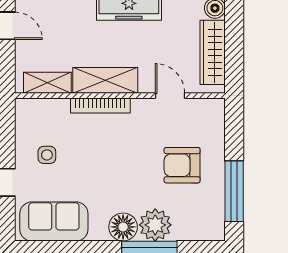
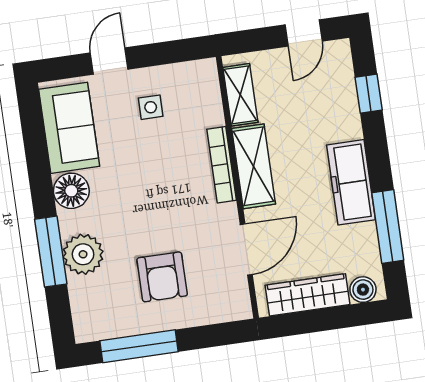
door: (170, 96) -> (246, 249), width x1.38
armchair: (182, 165) -> (162, 277), turned 180
floor lamp: (123, 227) -> (71, 191), moved

